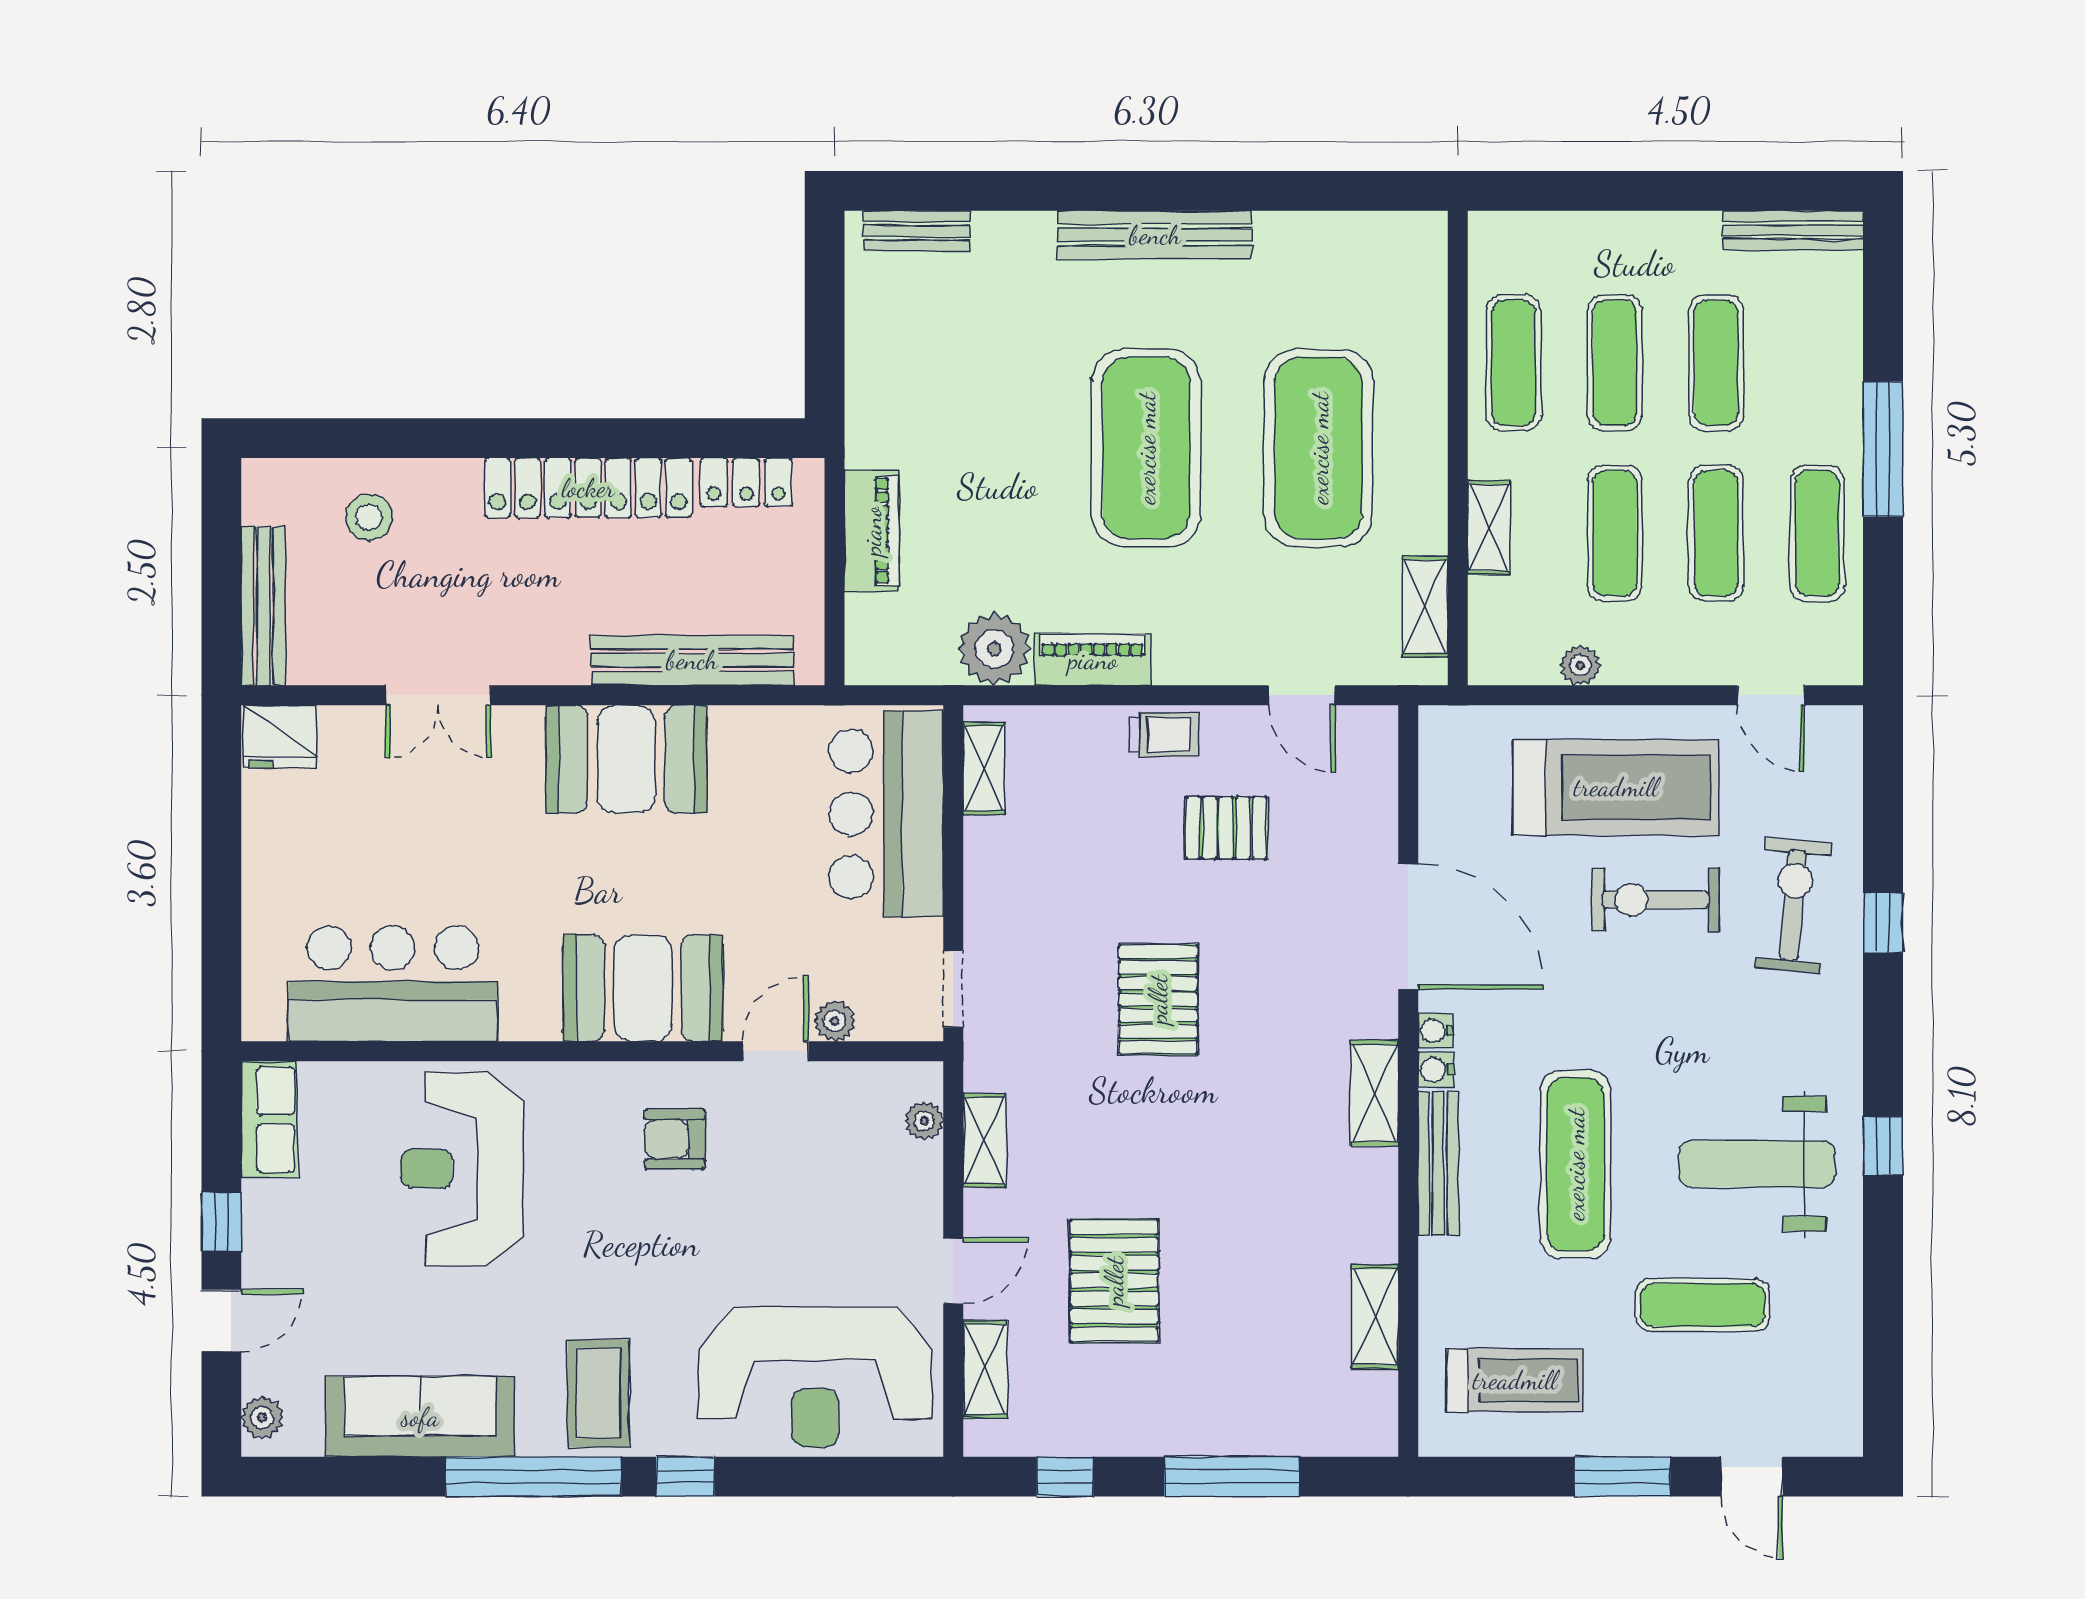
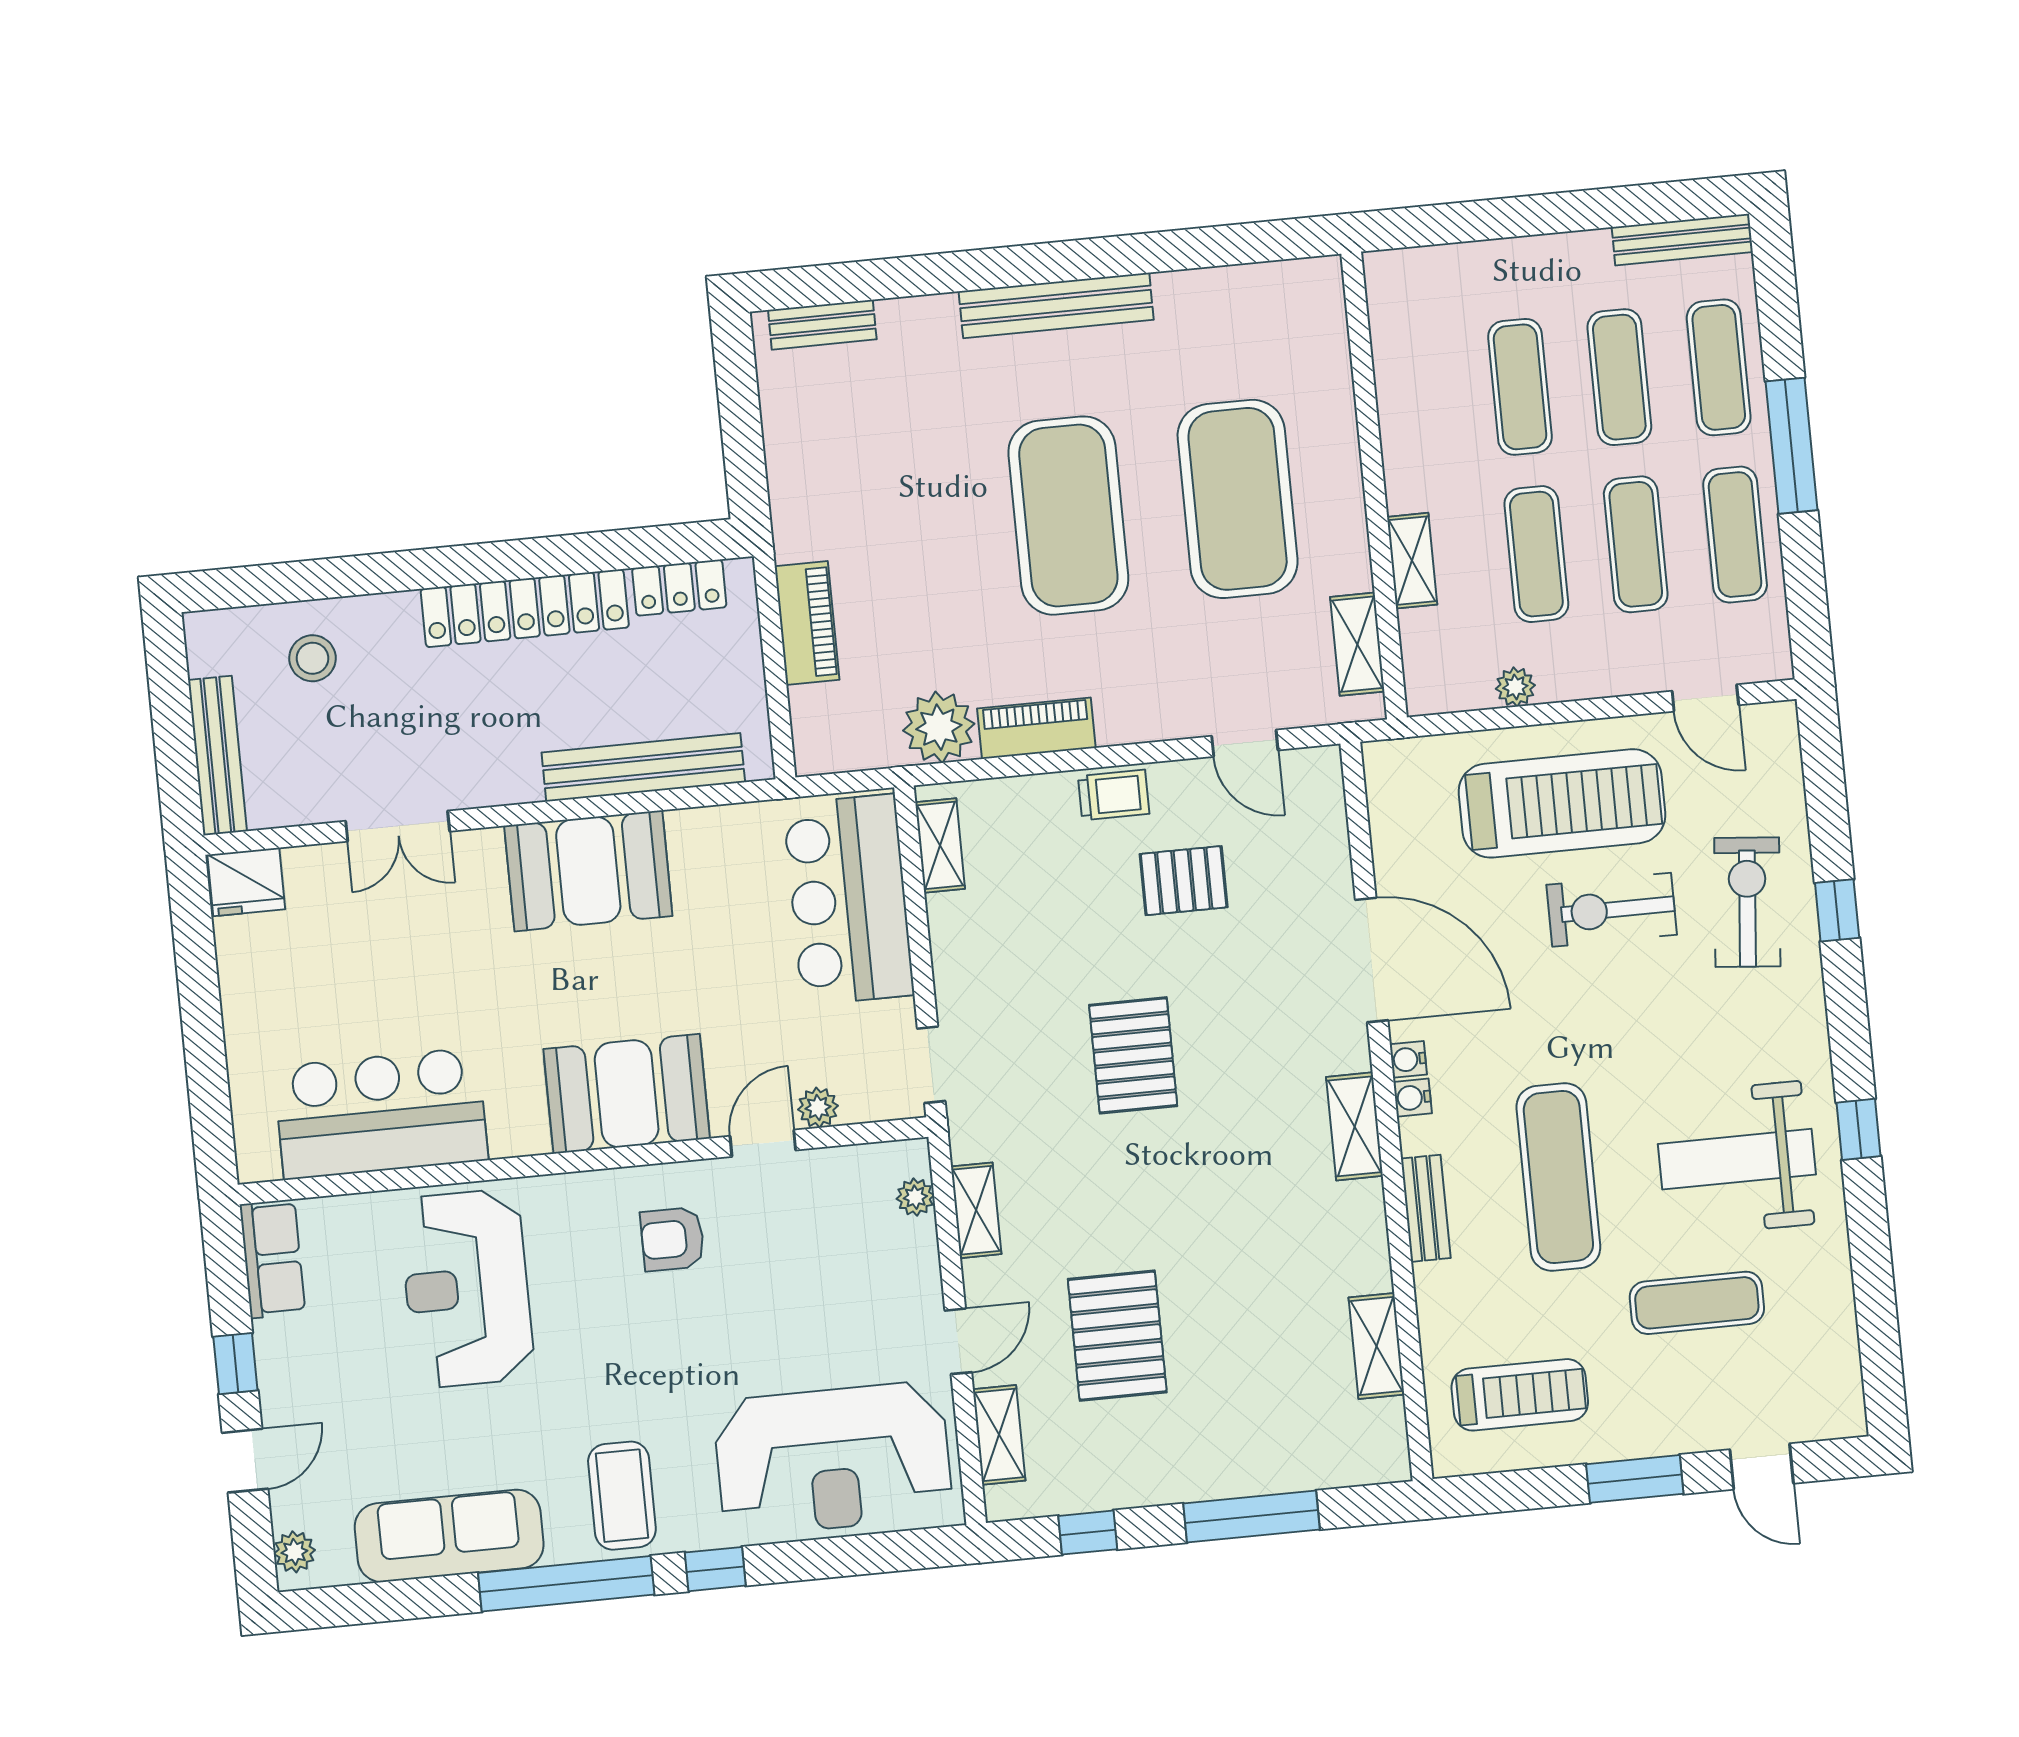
exercise mat: (1514, 363) -> (1719, 367), moved
bench: (1438, 1164) -> (1426, 1208), width x0.73

